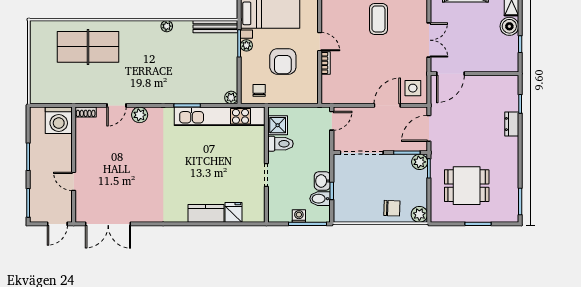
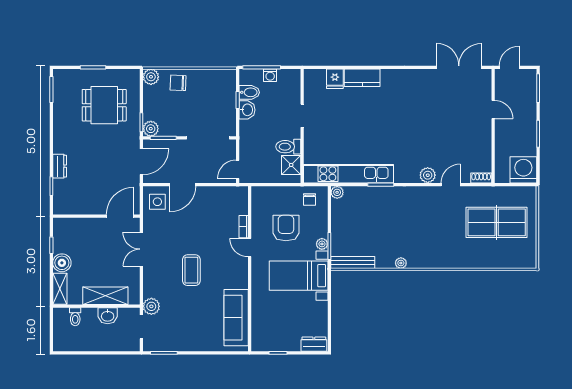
table tennis table: (88, 47) -> (497, 222), moved
washing machine: (59, 120) -> (523, 170), moved

